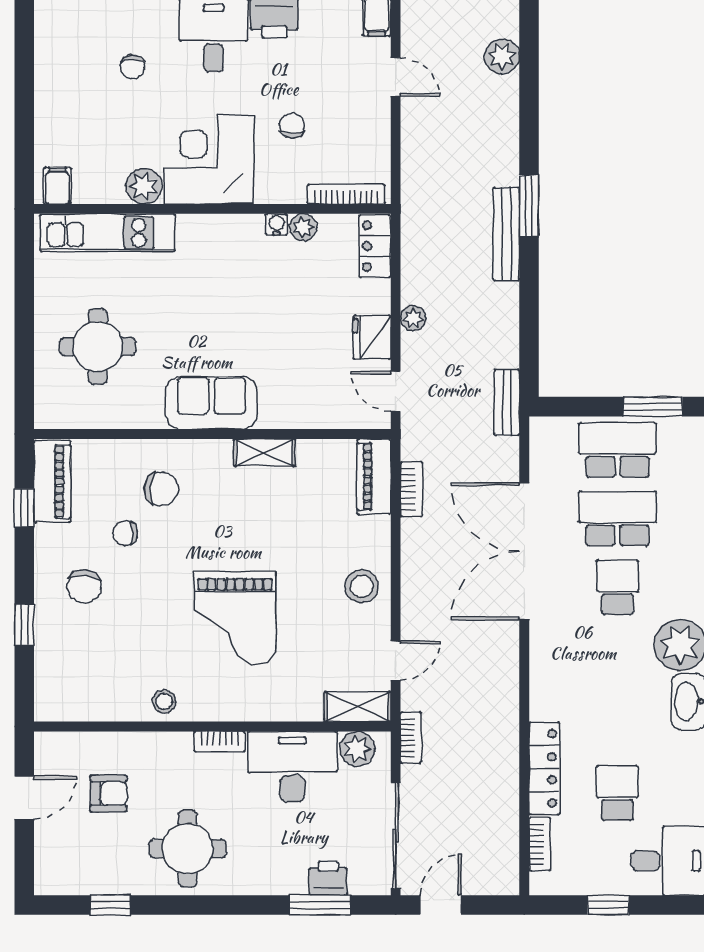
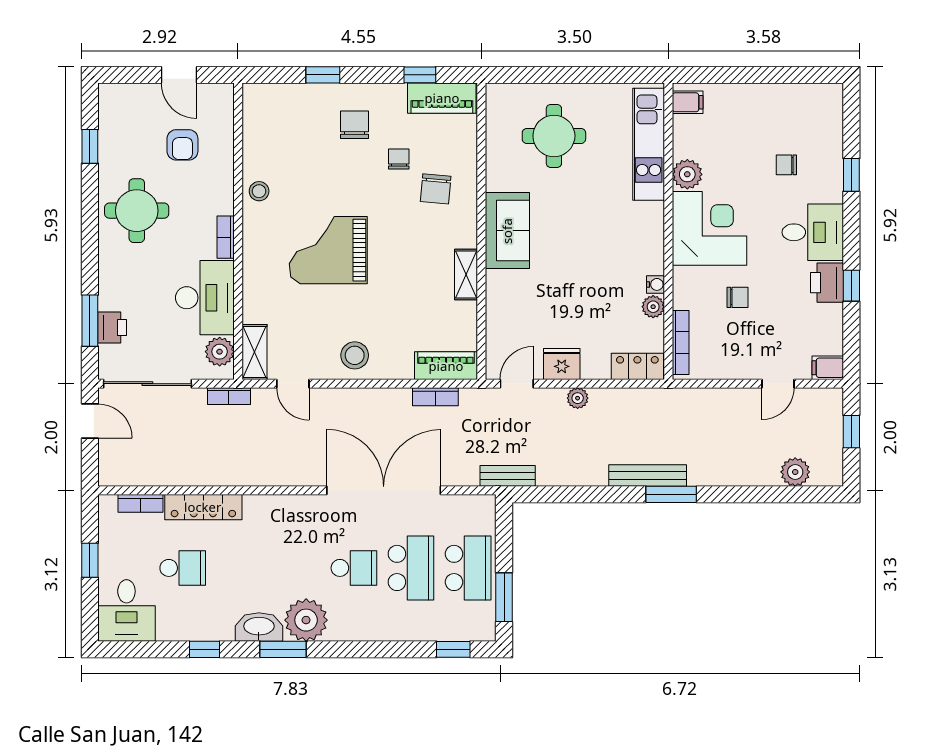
chair: (84, 586) -> (355, 125), turned 87

